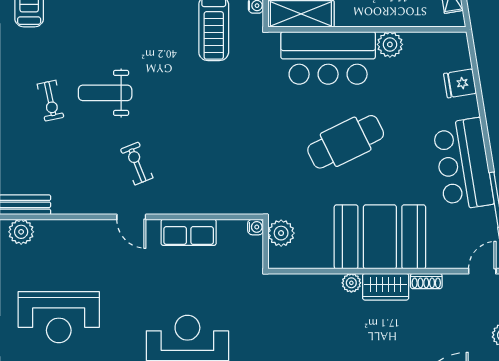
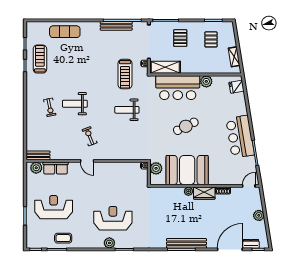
fridge: (460, 83) -> (237, 87), moved
weight bench: (218, 106) -> (127, 110), added
cafe table: (346, 142) -> (186, 126), width x0.73, depth x0.74
row of seats: (189, 232) -> (56, 168), moved
booth: (380, 237) -> (187, 170), moved
reception desk: (59, 317) -> (54, 207), turned 180

